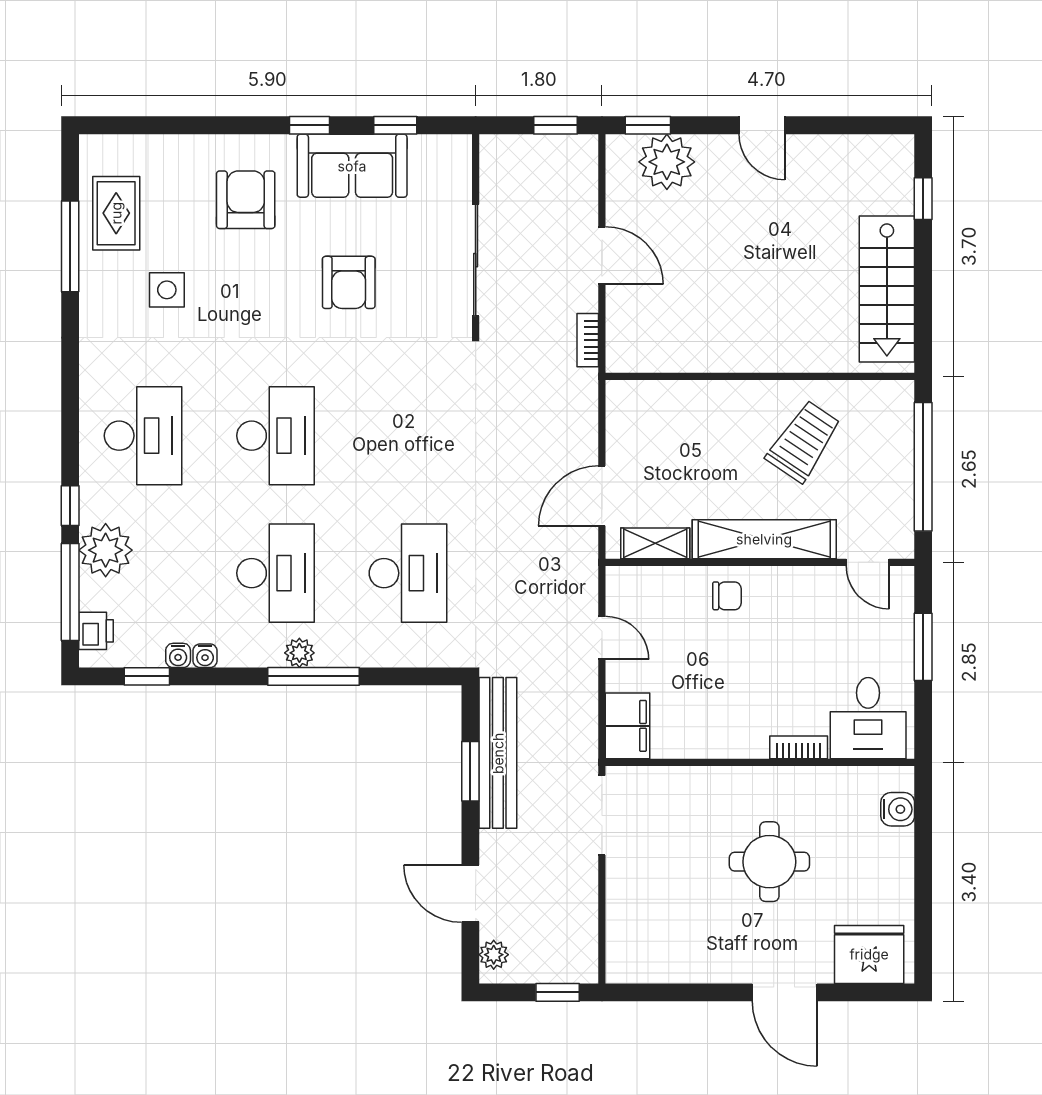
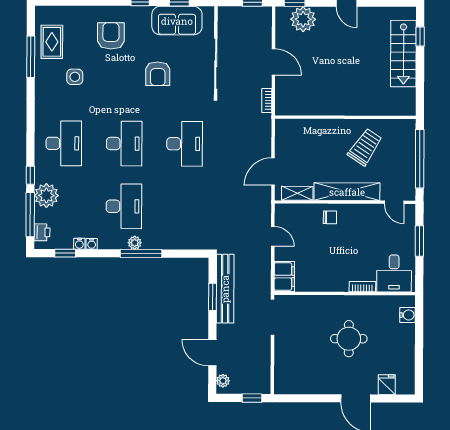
sofa: (352, 166) -> (177, 21), moved
stairs: (887, 289) -> (403, 54), moved
desk: (408, 573) -> (185, 144), moved
fridge: (869, 954) -> (387, 385), width x0.53, depth x0.75

